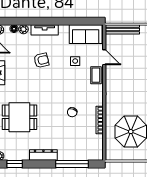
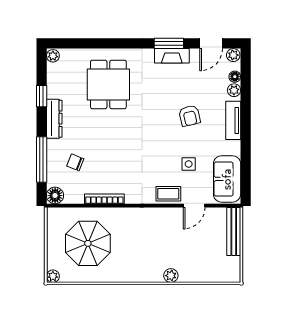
chair: (72, 112) -> (75, 162), moved
floor lamp: (97, 155) -> (55, 196), added
window: (15, 164) -> (42, 96), moved

